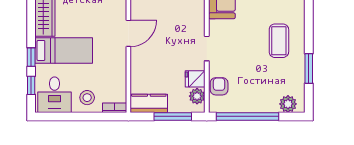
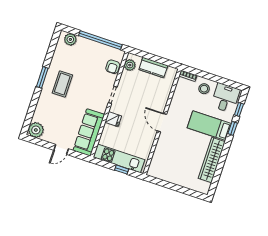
door: (128, 33) -> (162, 123), hinge flipped
window: (309, 69) -> (42, 77), moved
fridge: (195, 79) -> (113, 119), moved
kitchen counter: (149, 103) -> (153, 68), moved
window: (173, 116) -> (151, 57), removed

